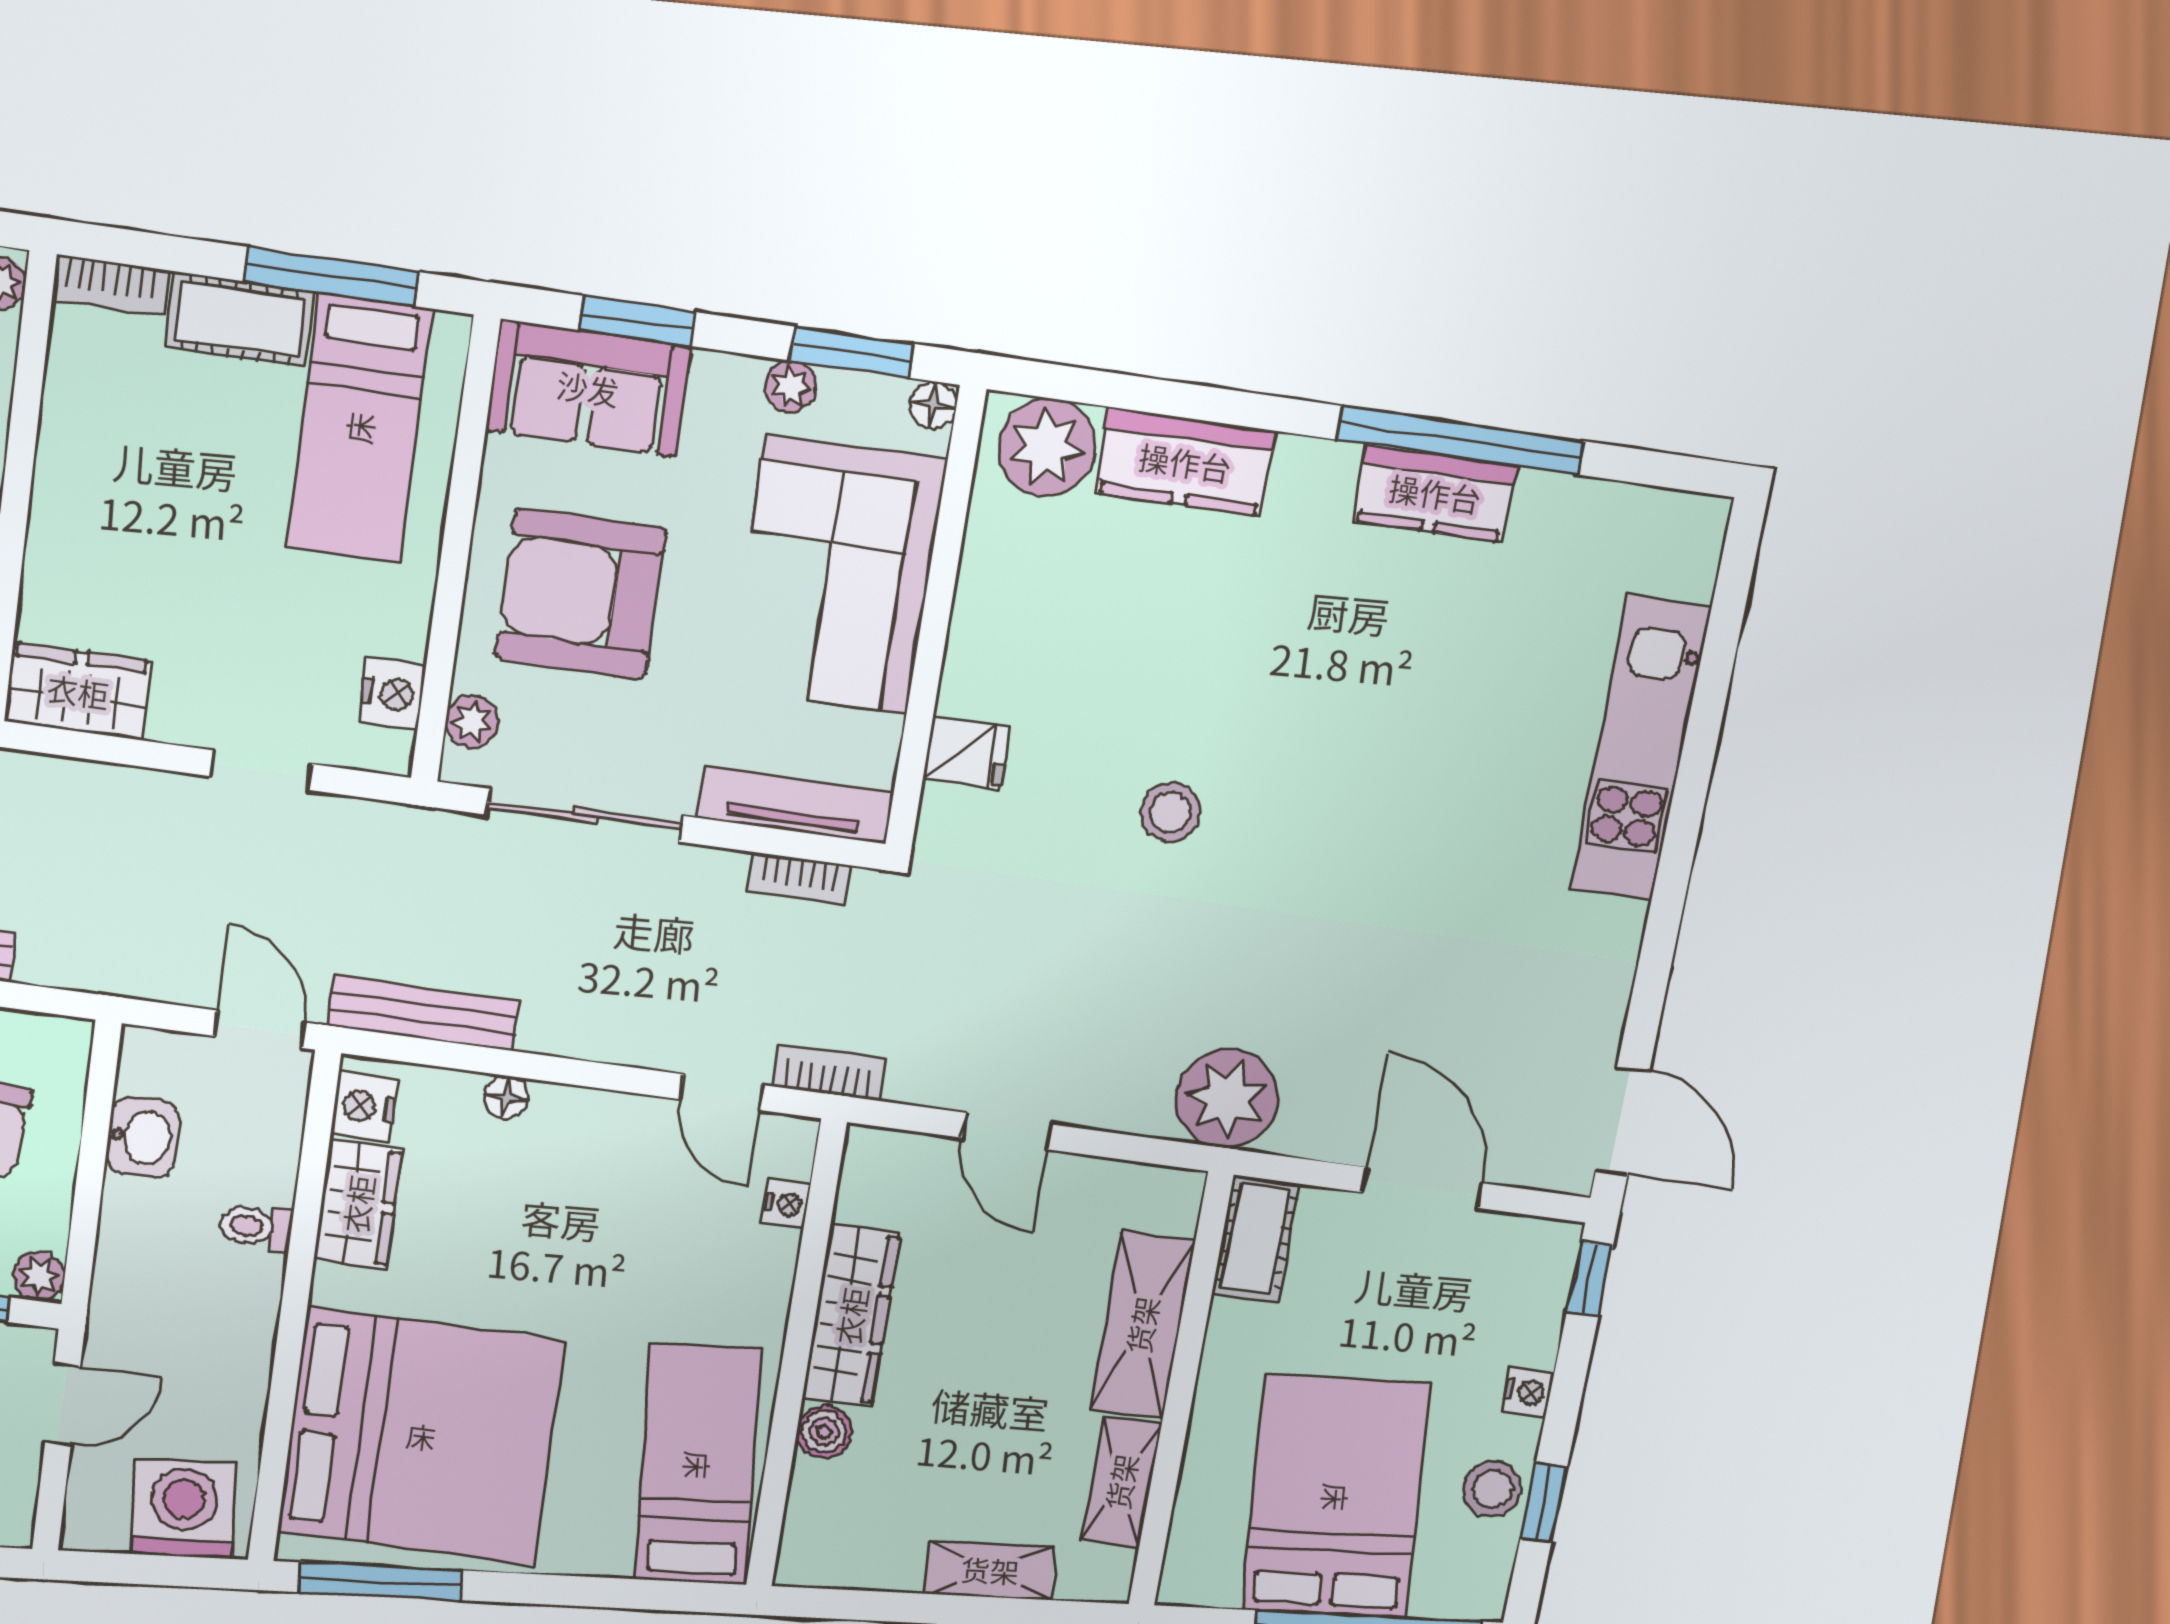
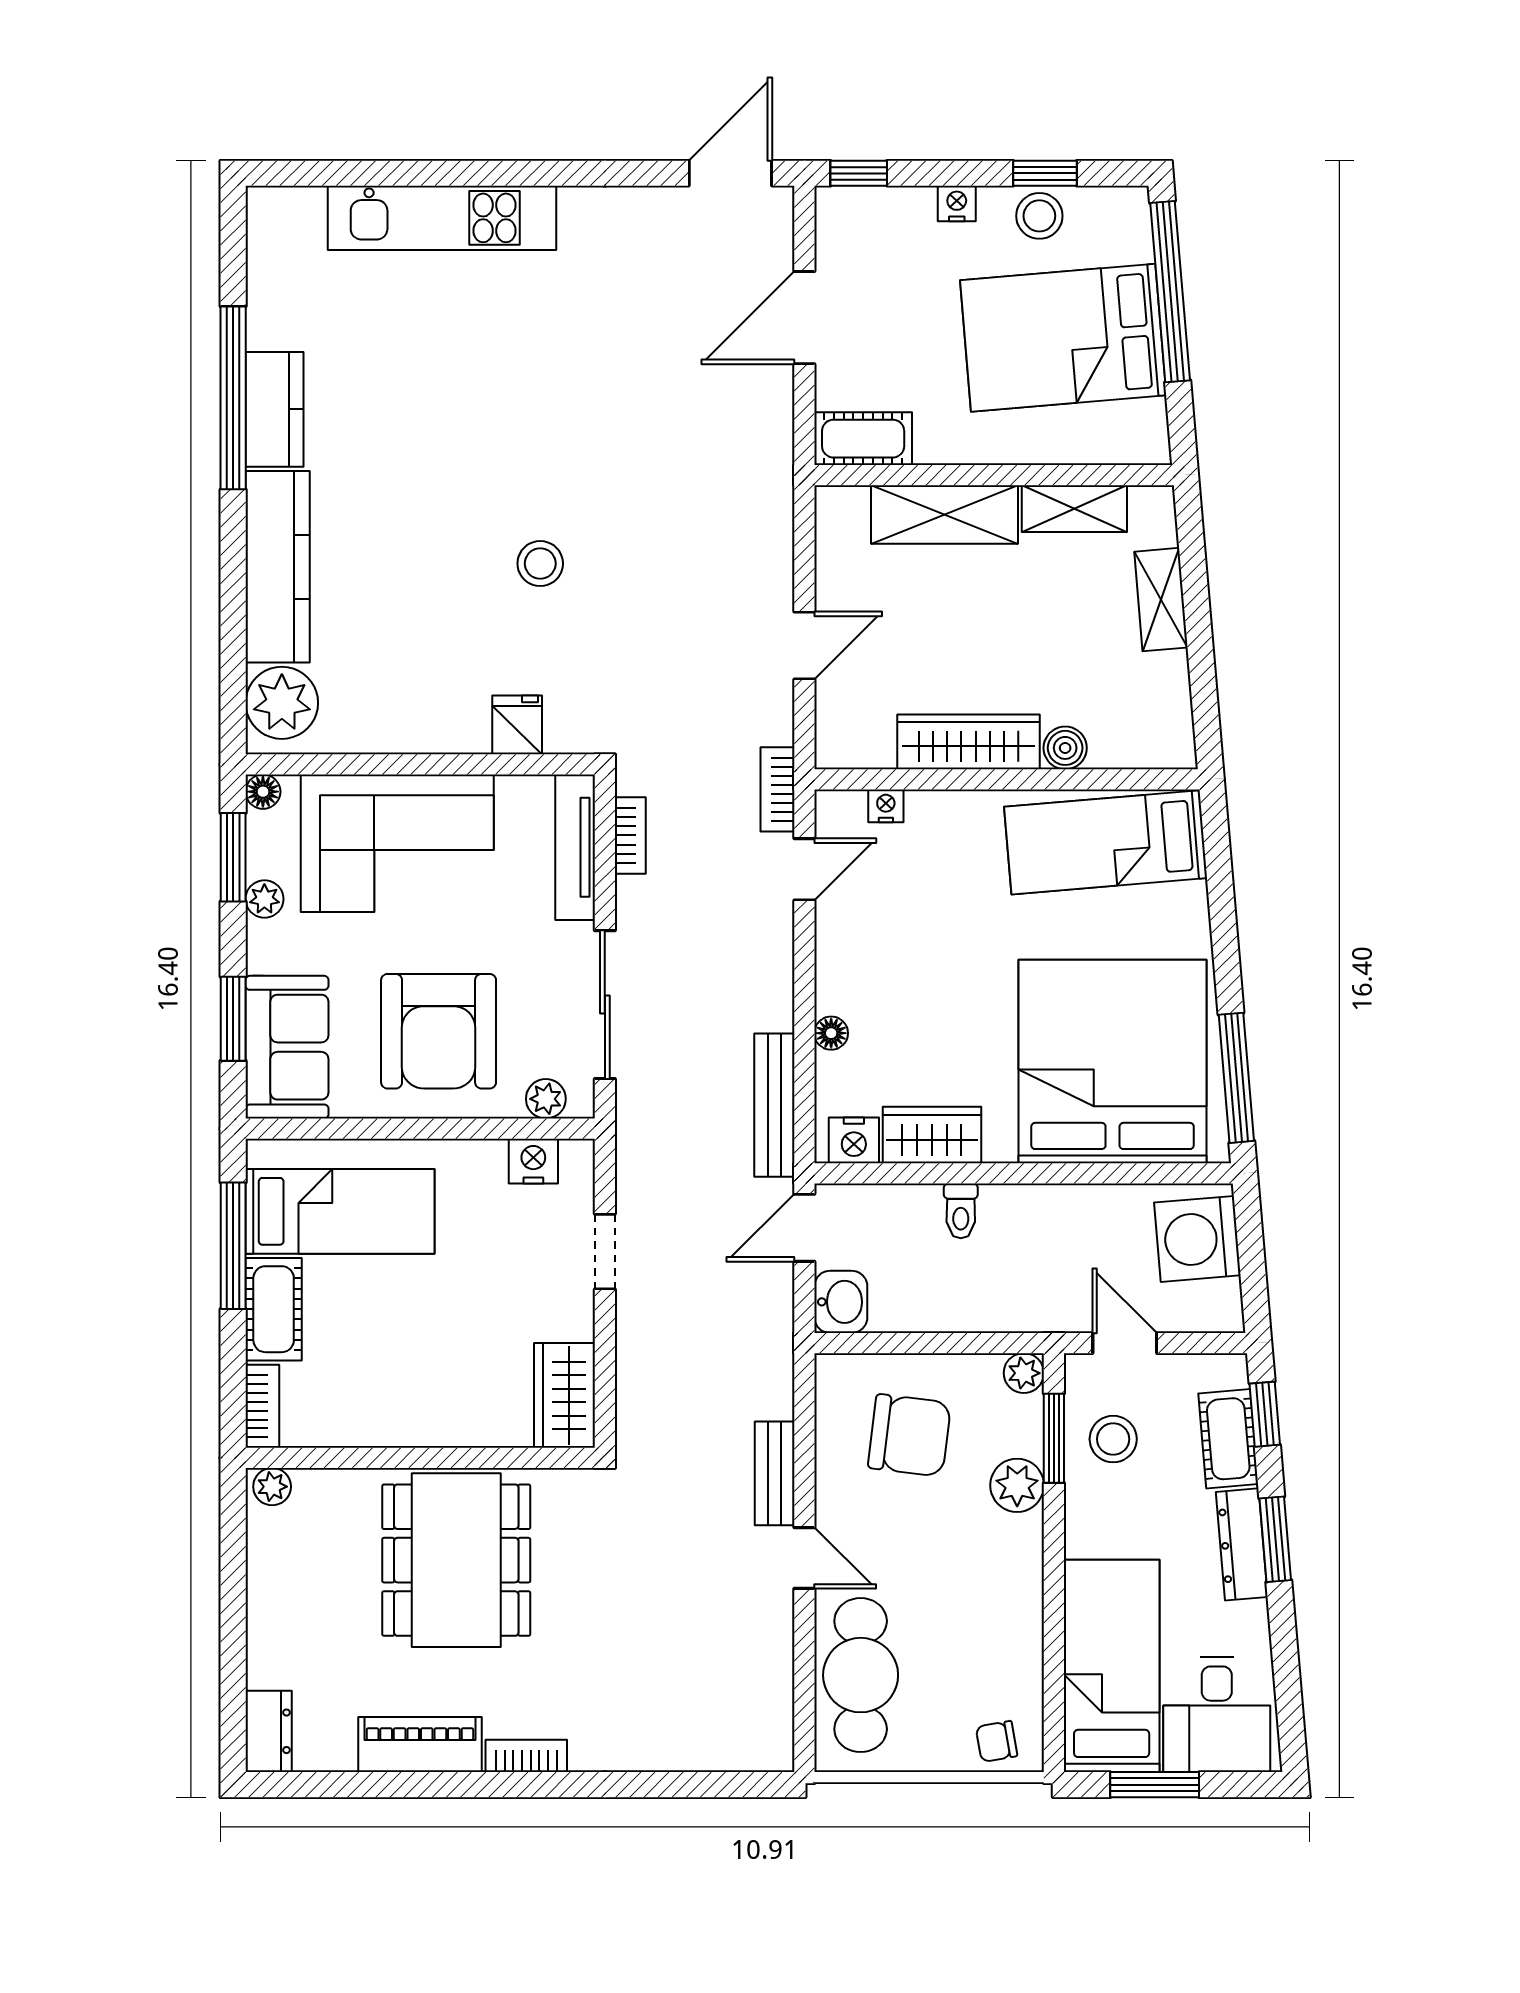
kitchen counter: (1185, 462) -> (278, 567), width x1.50
plant: (1227, 1098) -> (755, 481), removed
washbasin: (142, 1137) -> (841, 1302), moved, turned 90

